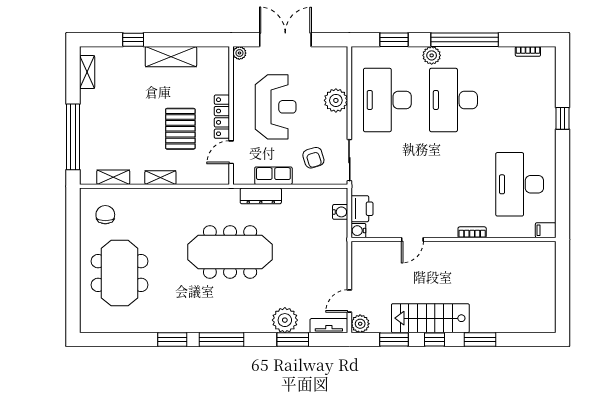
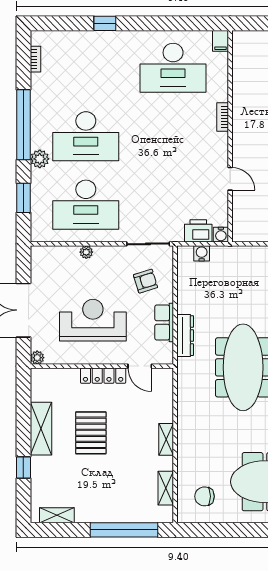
plant: (336, 100) -> (86, 252), width x0.53, depth x0.53
pallet: (180, 129) -> (91, 433), moved, turned 90

